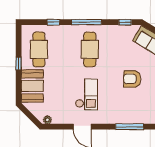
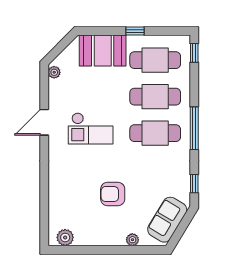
window: (54, 22) -> (194, 53), moved
cafe table: (64, 49) -> (155, 97), added
armchair: (132, 79) -> (113, 194), turned -90
window: (130, 127) -> (44, 190), removed

